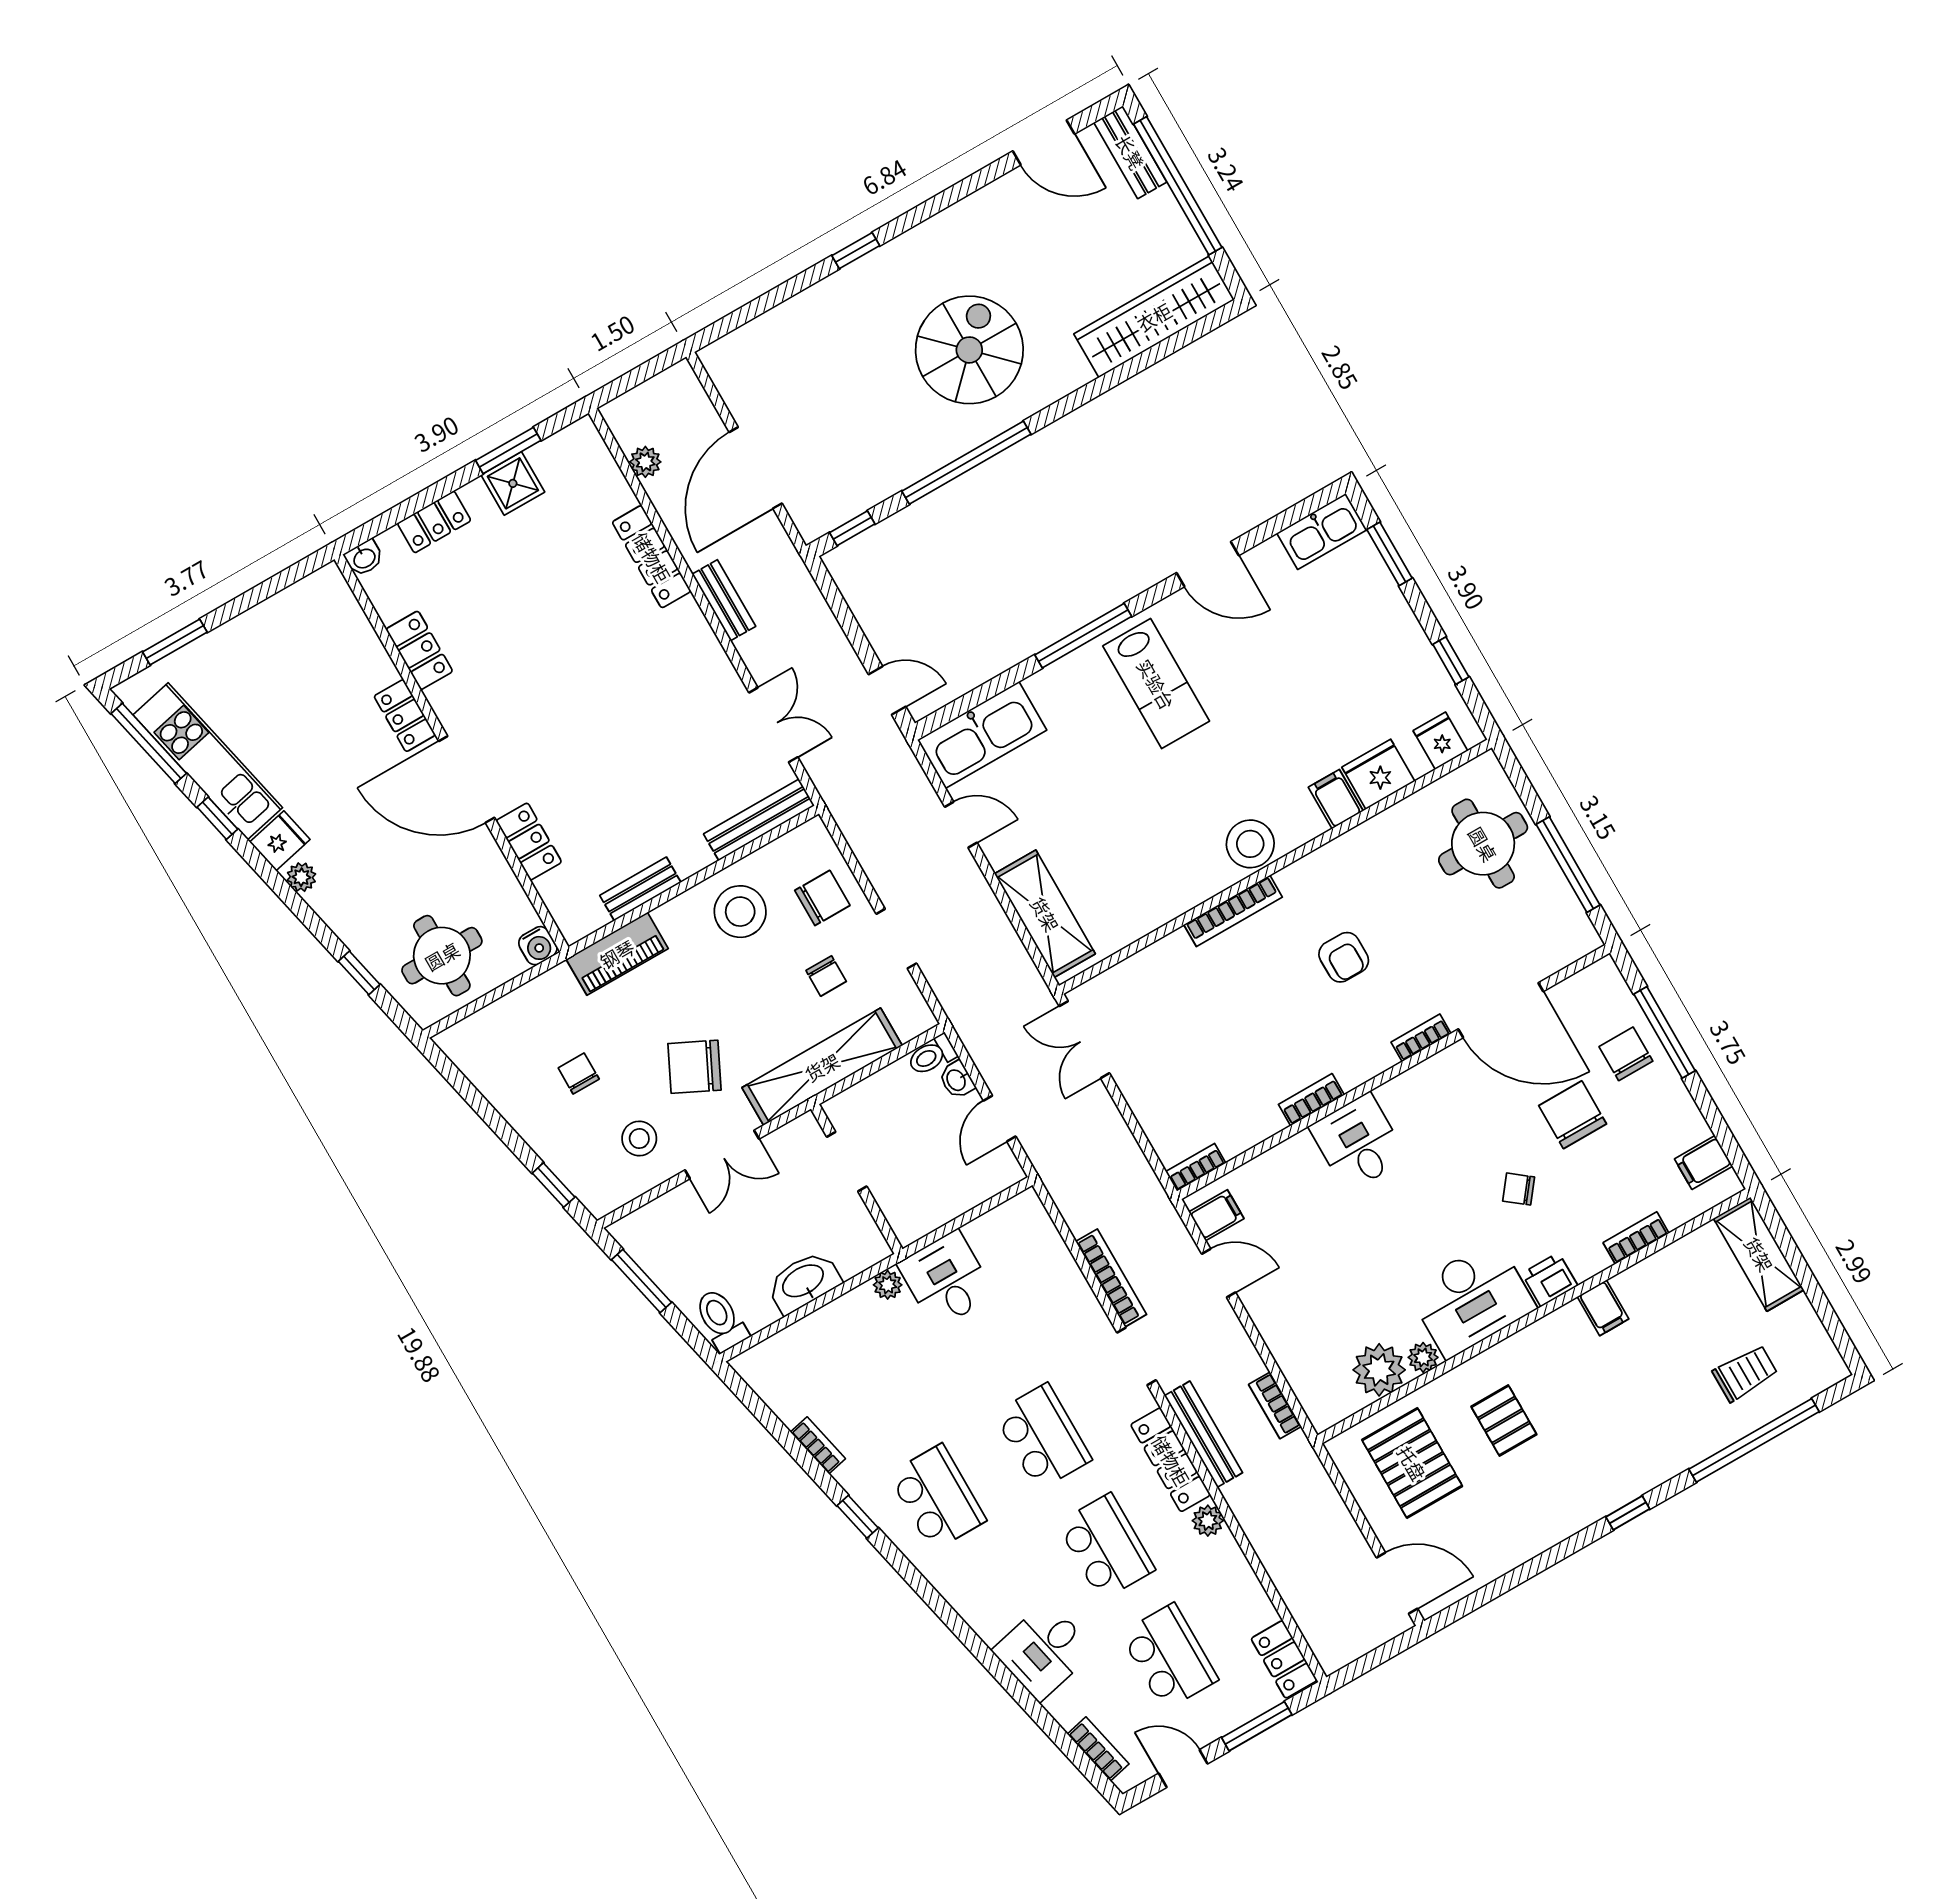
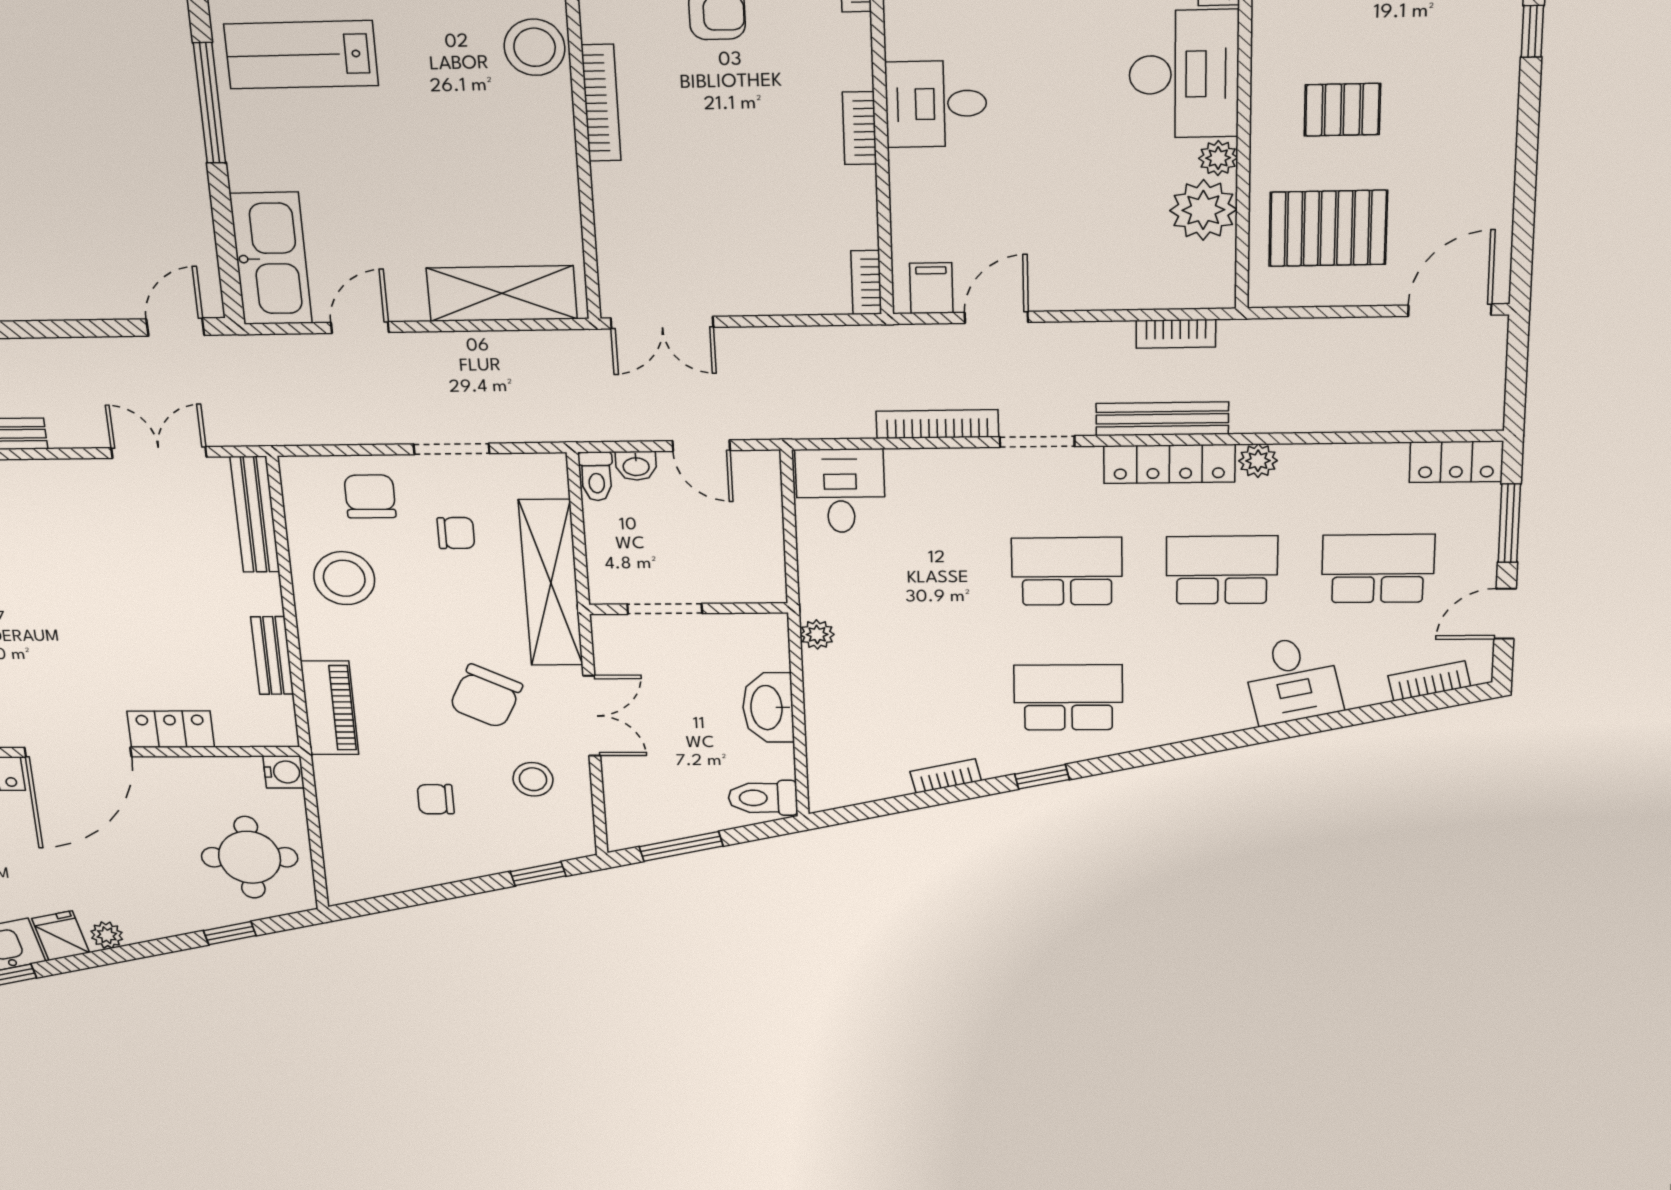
lab bench: (1156, 684) -> (301, 55), turned 180
desk: (946, 1279) -> (840, 491), moved, turned 90

